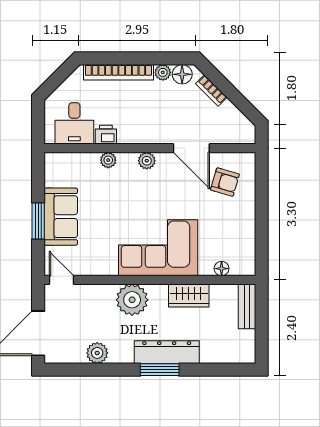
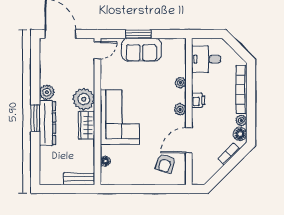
printer: (106, 135) -> (198, 100), moved
wardrobe: (189, 296) -> (87, 125), moved
plant: (97, 353) -> (47, 92), moved

